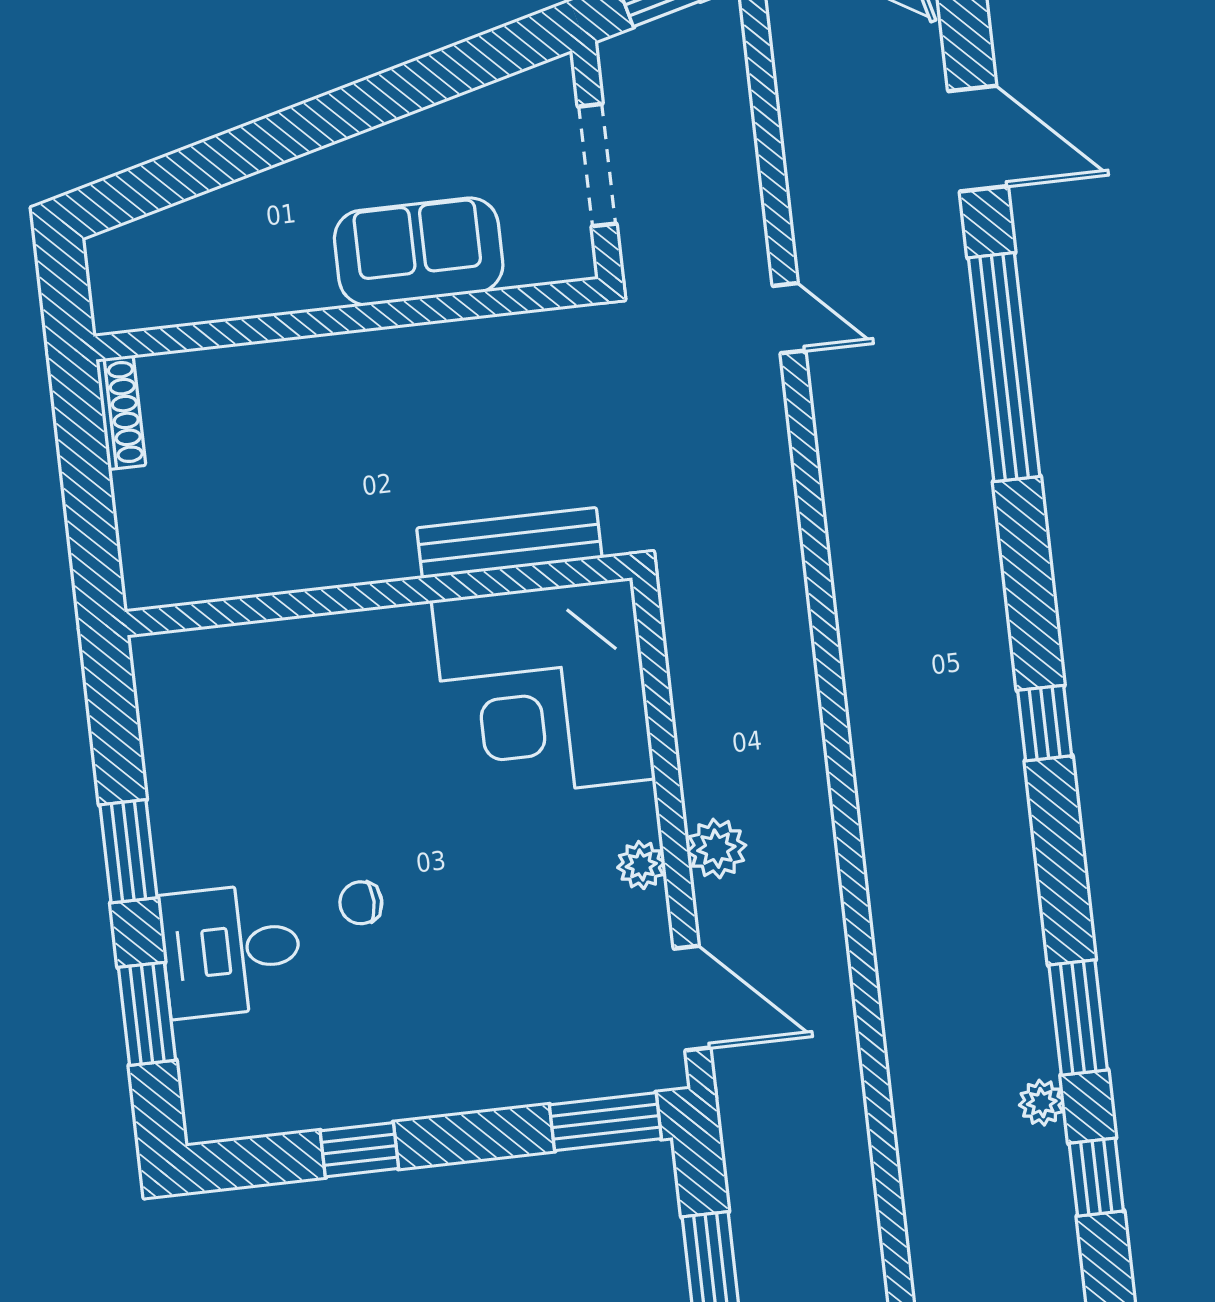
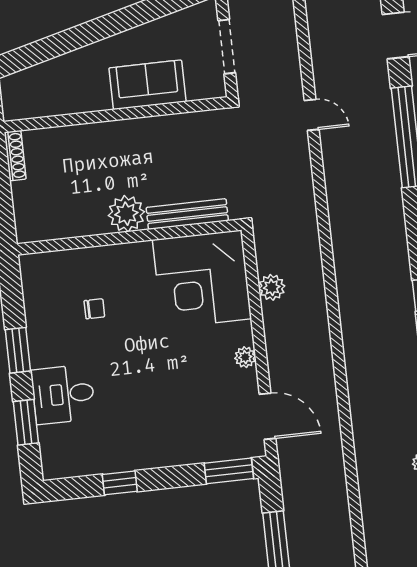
plant: (372, 542) -> (126, 214), added
plant: (716, 849) -> (272, 287), moved
chair: (361, 903) -> (94, 309), moved, turned 180

